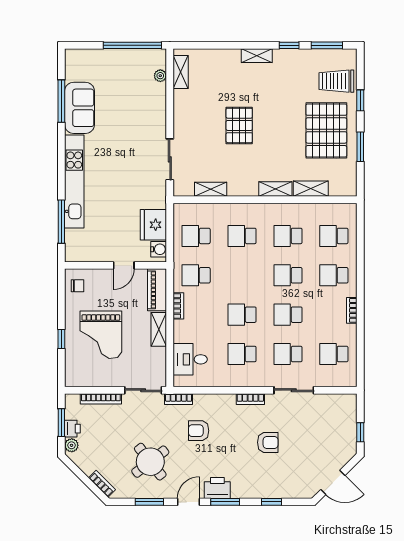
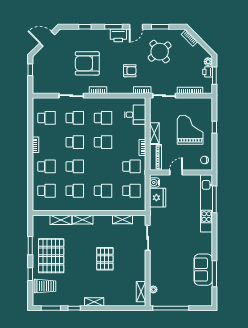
kitchen unit: (74, 182) -> (206, 203), moved
armchair: (268, 442) -> (87, 63), width x1.88, depth x1.88

